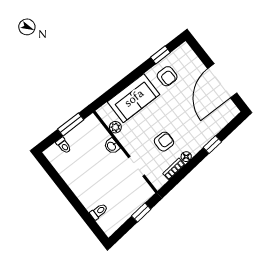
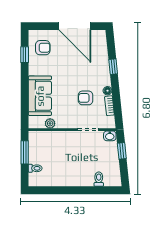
armchair: (167, 76) -> (43, 48), moved
armchair: (164, 142) -> (86, 98), turned -90
washbasin: (112, 146) -> (110, 136), moved

